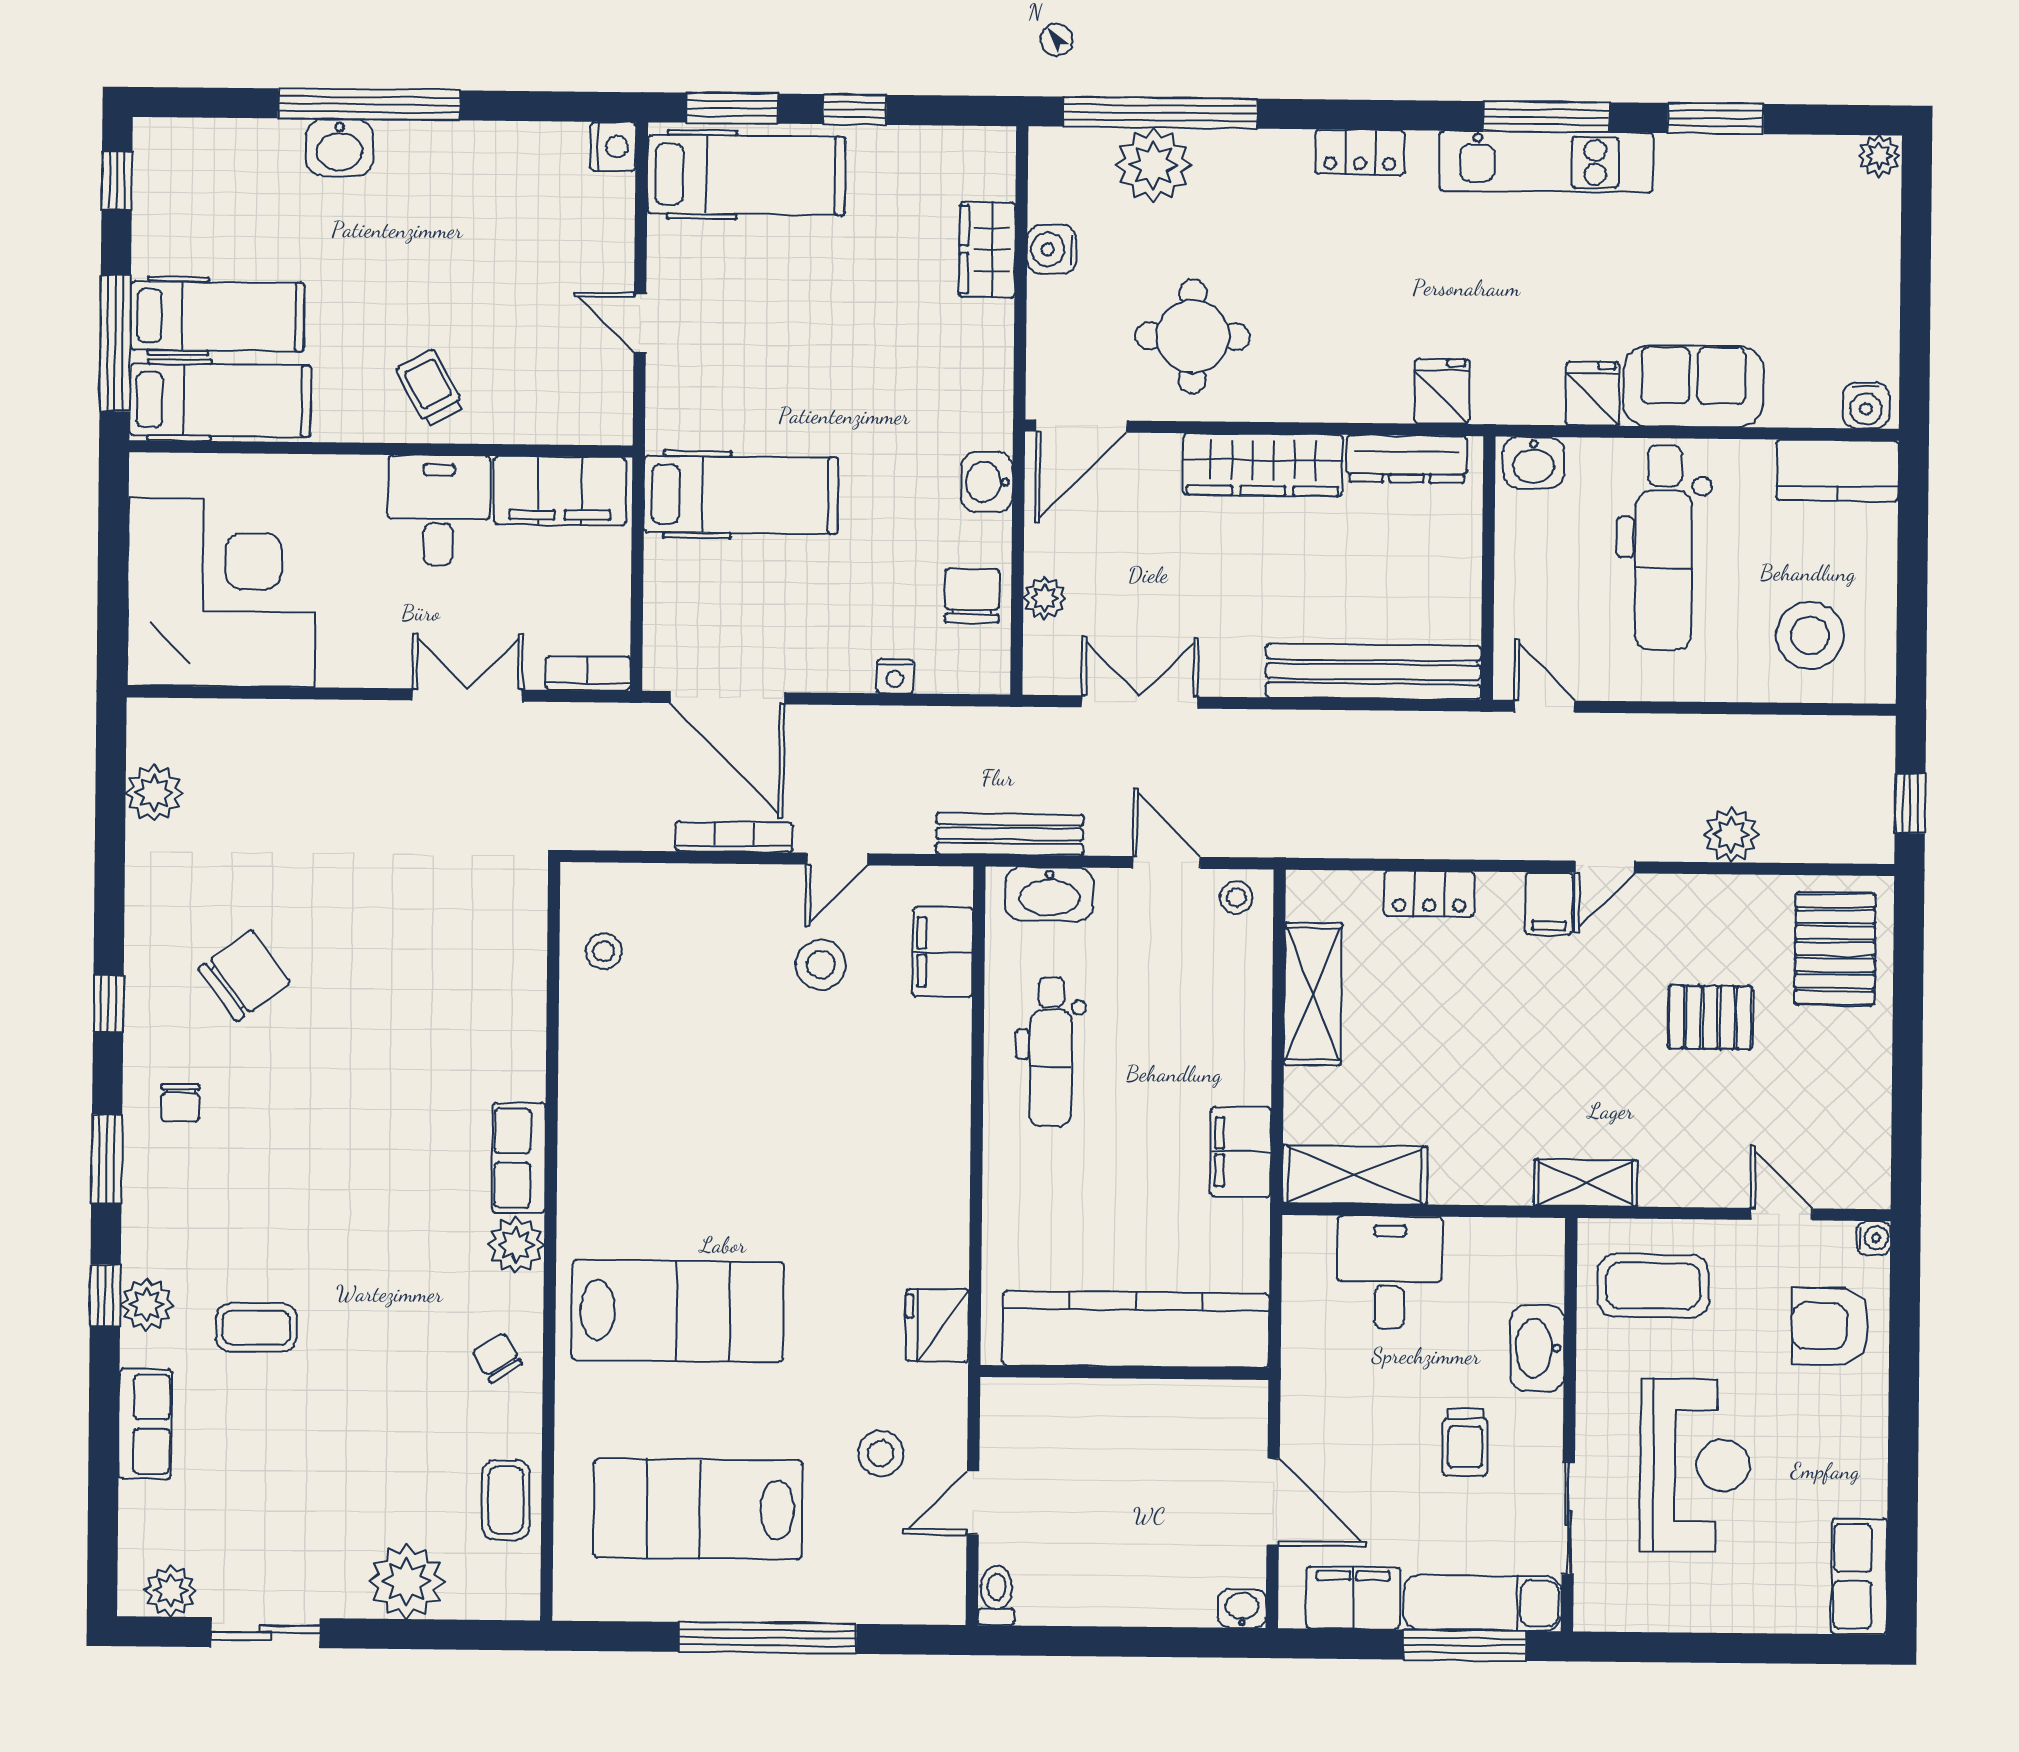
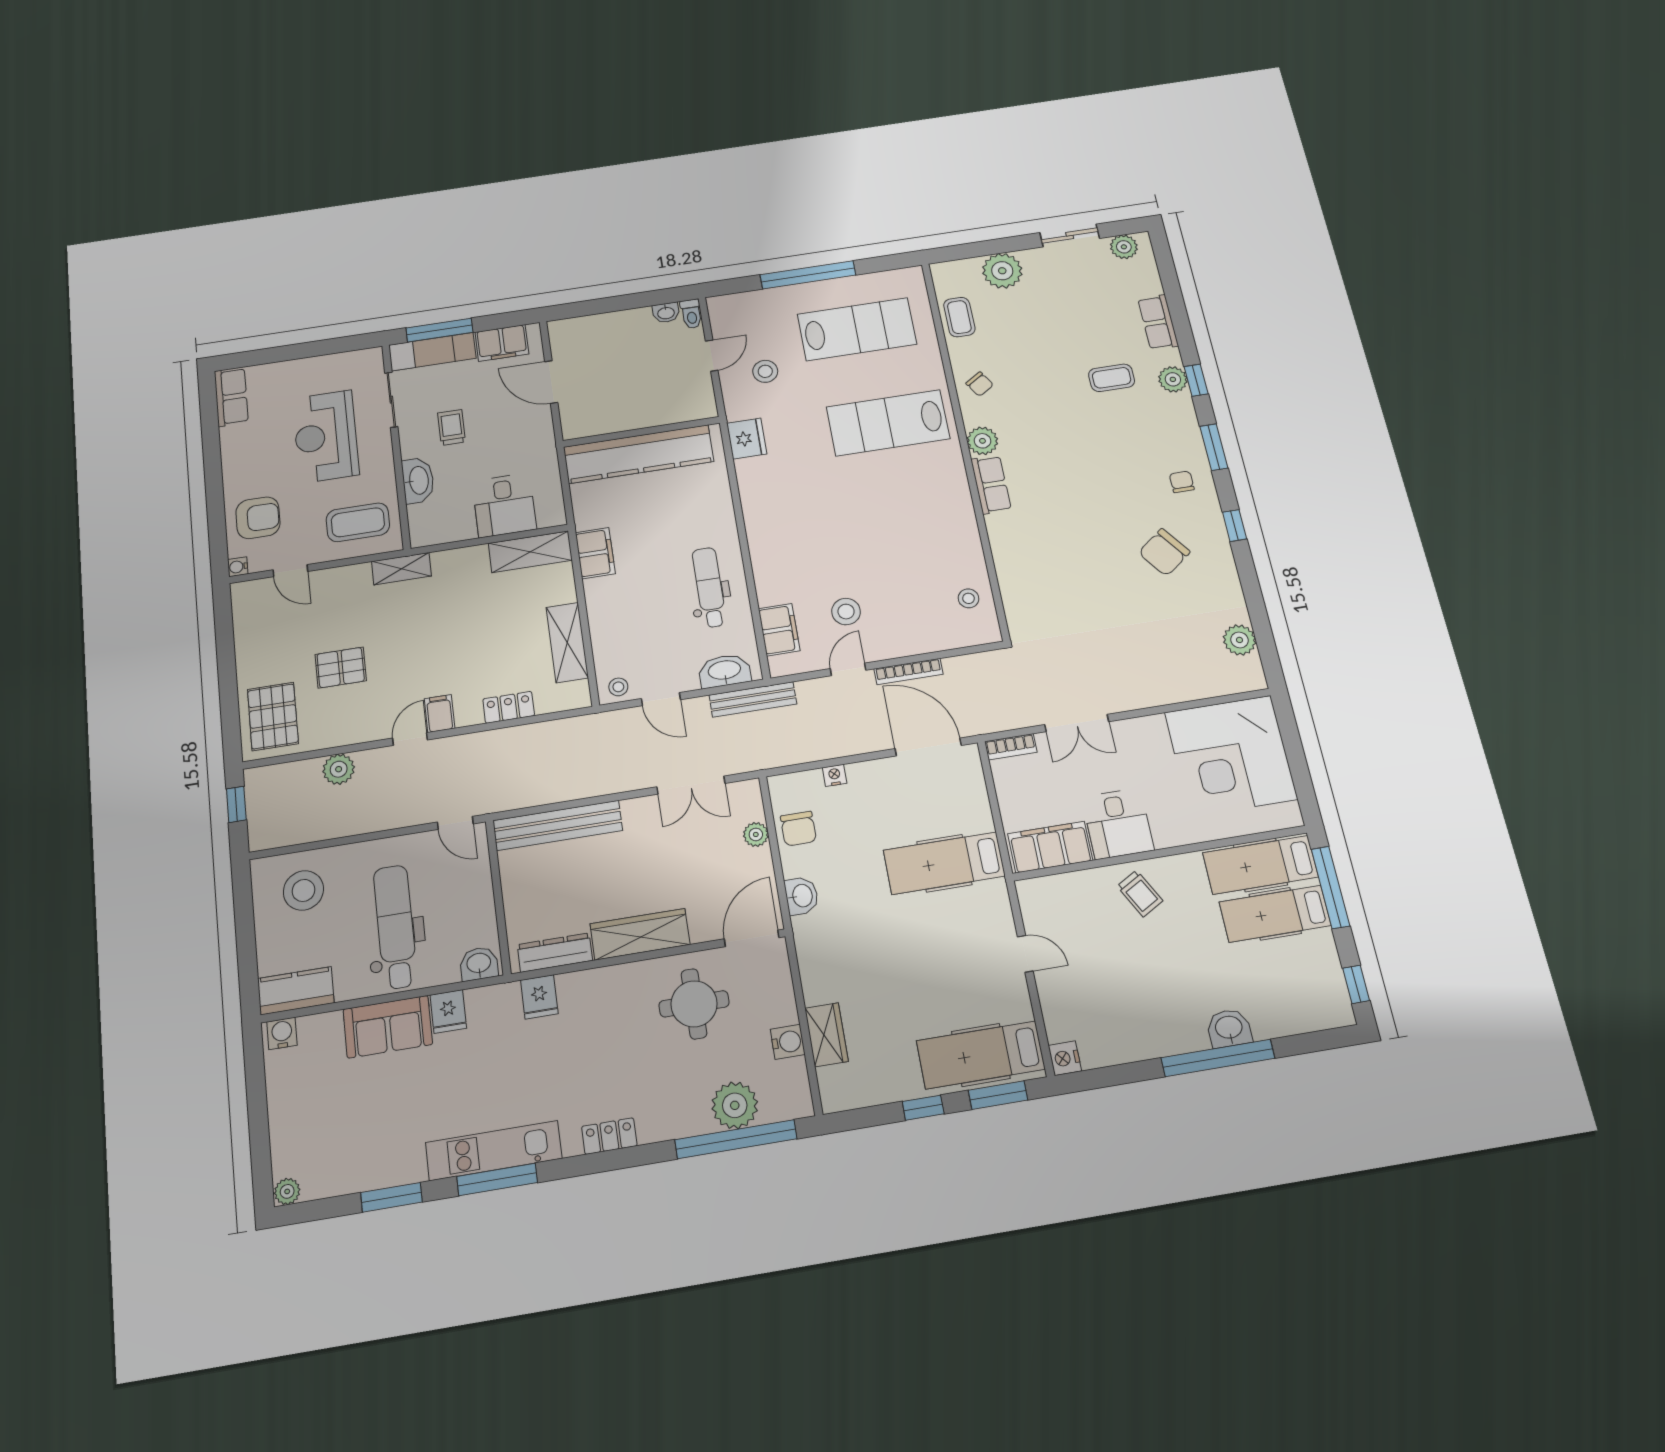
washbasin: (1242, 1608) -> (666, 313), moved

